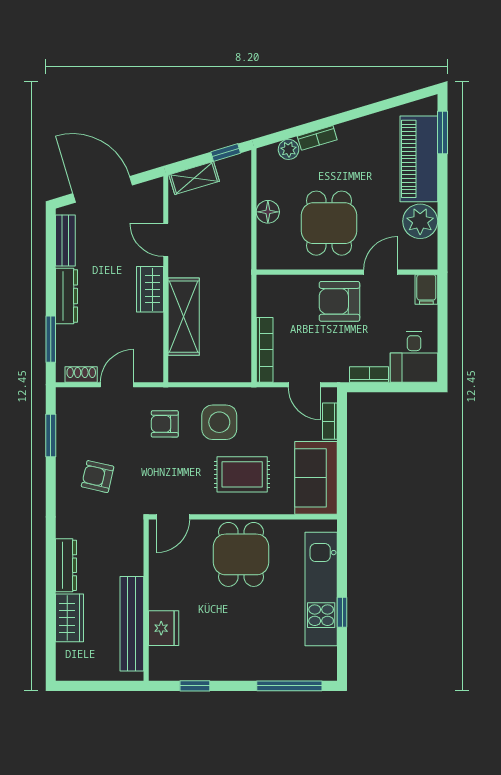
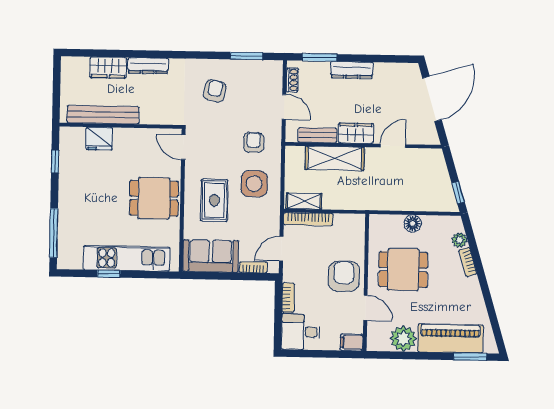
shelving: (194, 178) -> (304, 201), moved, turned -73
bench: (65, 240) -> (318, 135), moved

